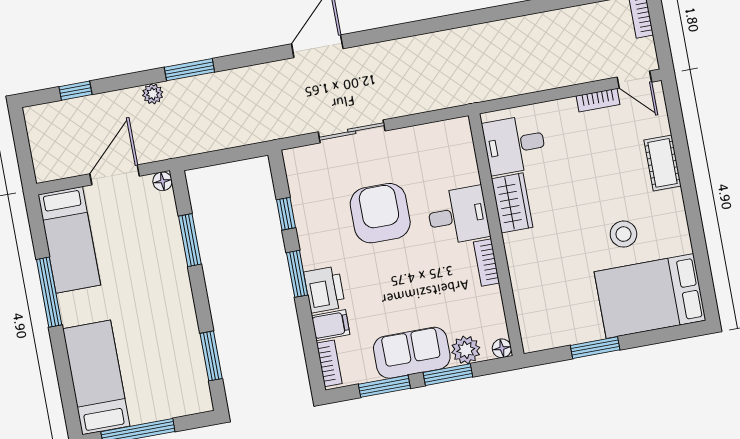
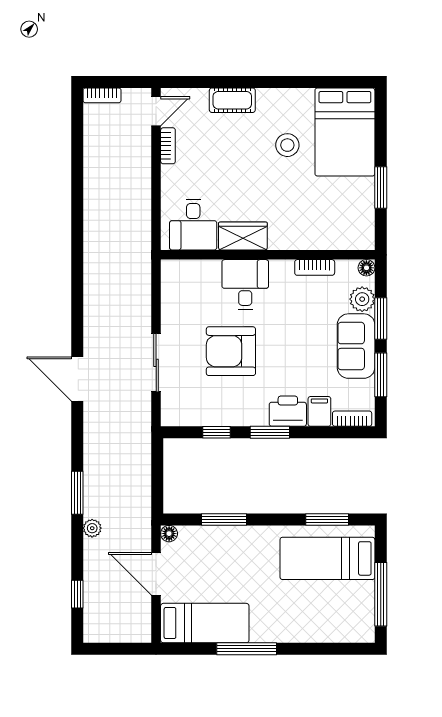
bookcase: (487, 263) -> (315, 267), moved
bed: (96, 377) -> (327, 558), moved

